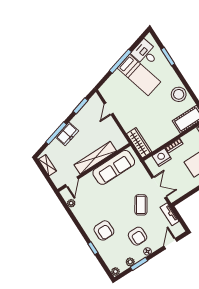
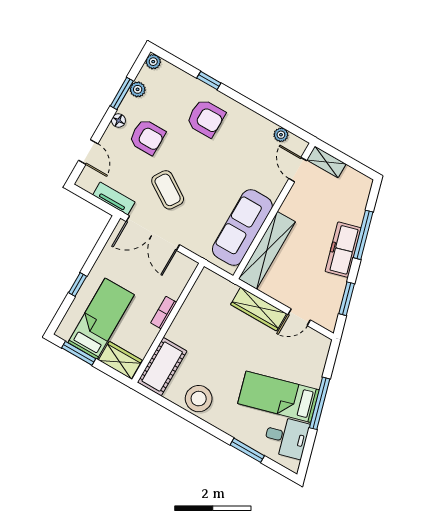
door: (109, 109) -> (299, 317), swing flipped
freezer: (67, 134) -> (343, 250), width x1.40
wardrobe: (139, 143) -> (259, 309), moved
nightstand: (162, 157) -> (174, 284), removed
shelving: (95, 158) -> (267, 250), moved
shelving: (47, 165) -> (326, 162), moved
double door: (159, 187) -> (153, 233), width x1.37
armchair: (104, 230) -> (206, 118), turned 180
armchair: (138, 236) -> (147, 137), turned 180

